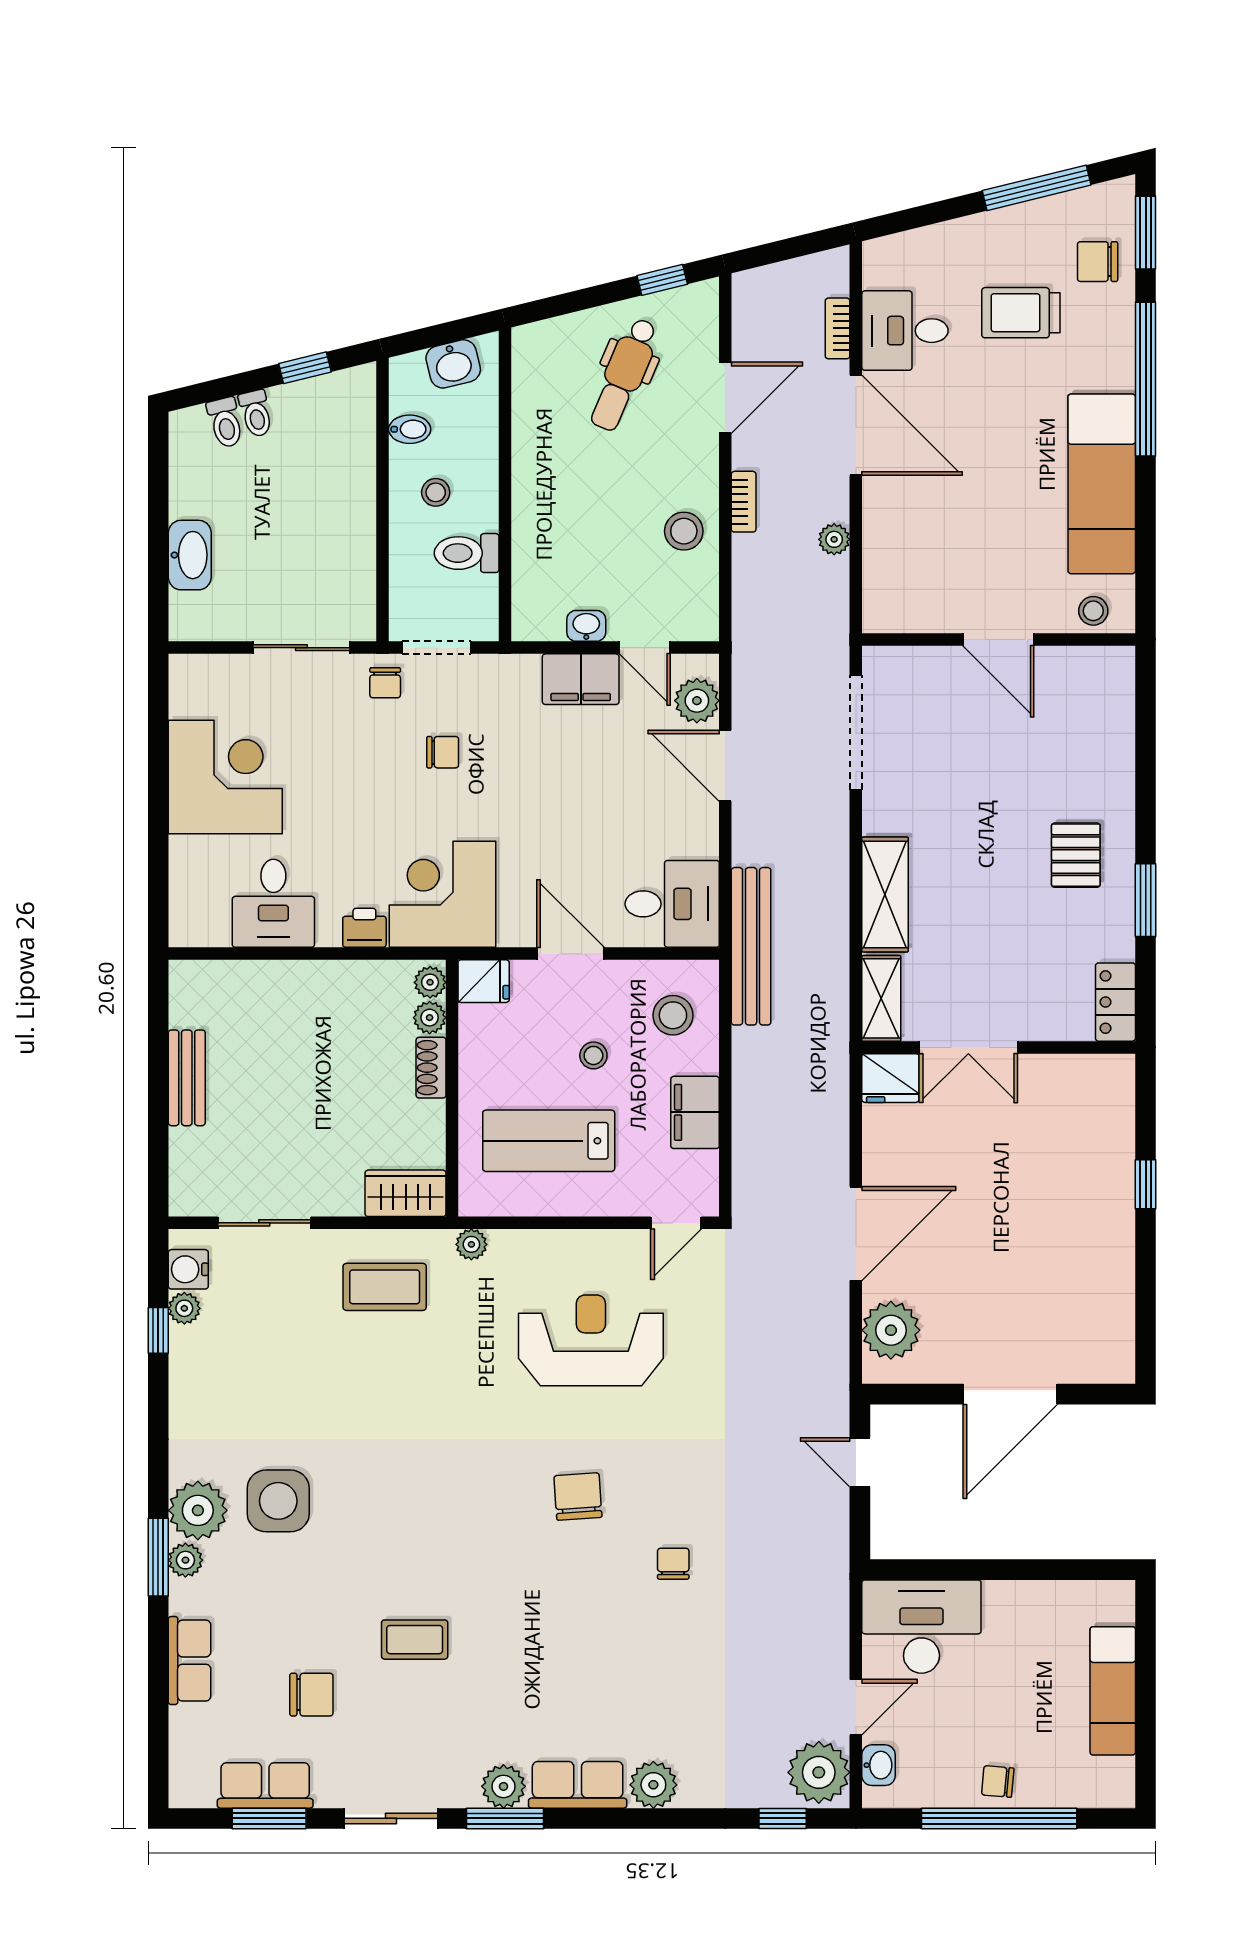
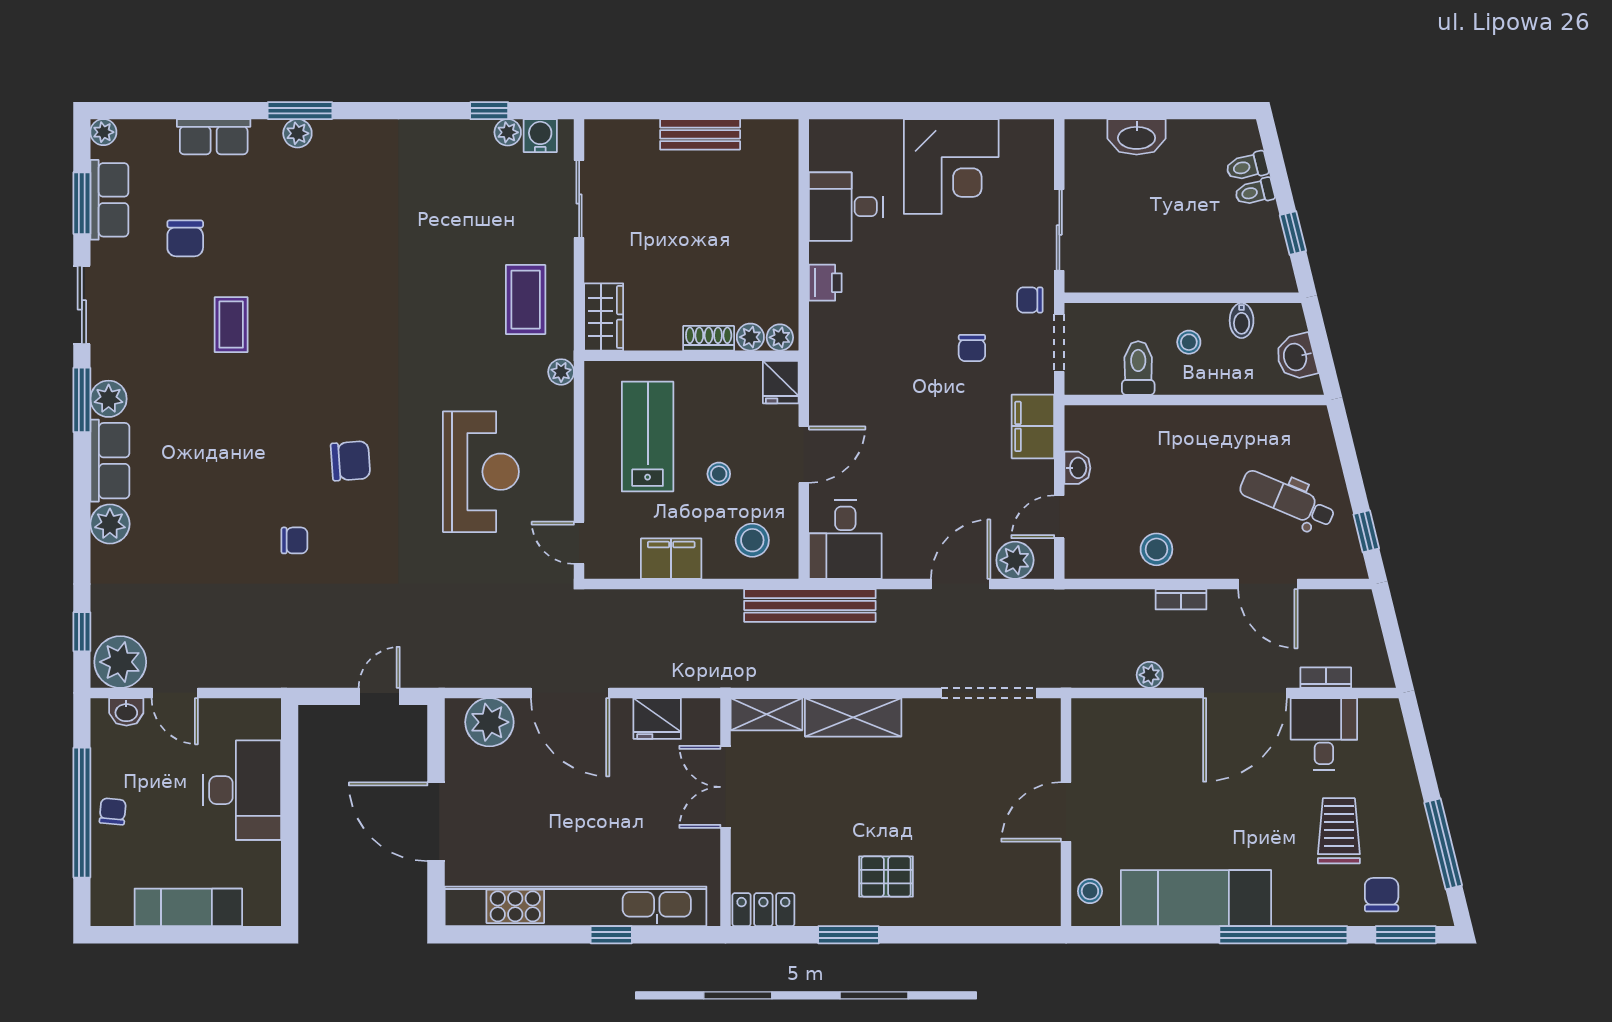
filing cabinet: (581, 679) -> (1033, 426), moved
corner desk: (442, 894) -> (853, 348), removed
fridge: (890, 1078) -> (657, 718), moved, turned -90
kitchen unit: (1112, 1227) -> (575, 906), added
side table: (278, 1501) -> (347, 211), removed
plant: (198, 1510) -> (103, 132), moved, width x0.53, depth x0.53
desk: (921, 1627) -> (242, 790), moved

